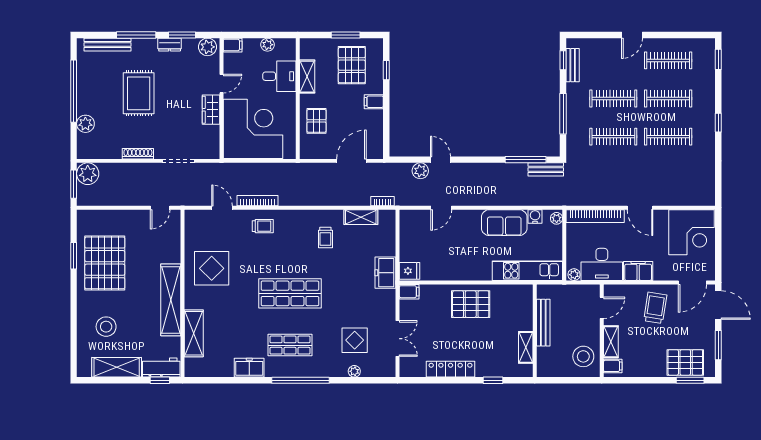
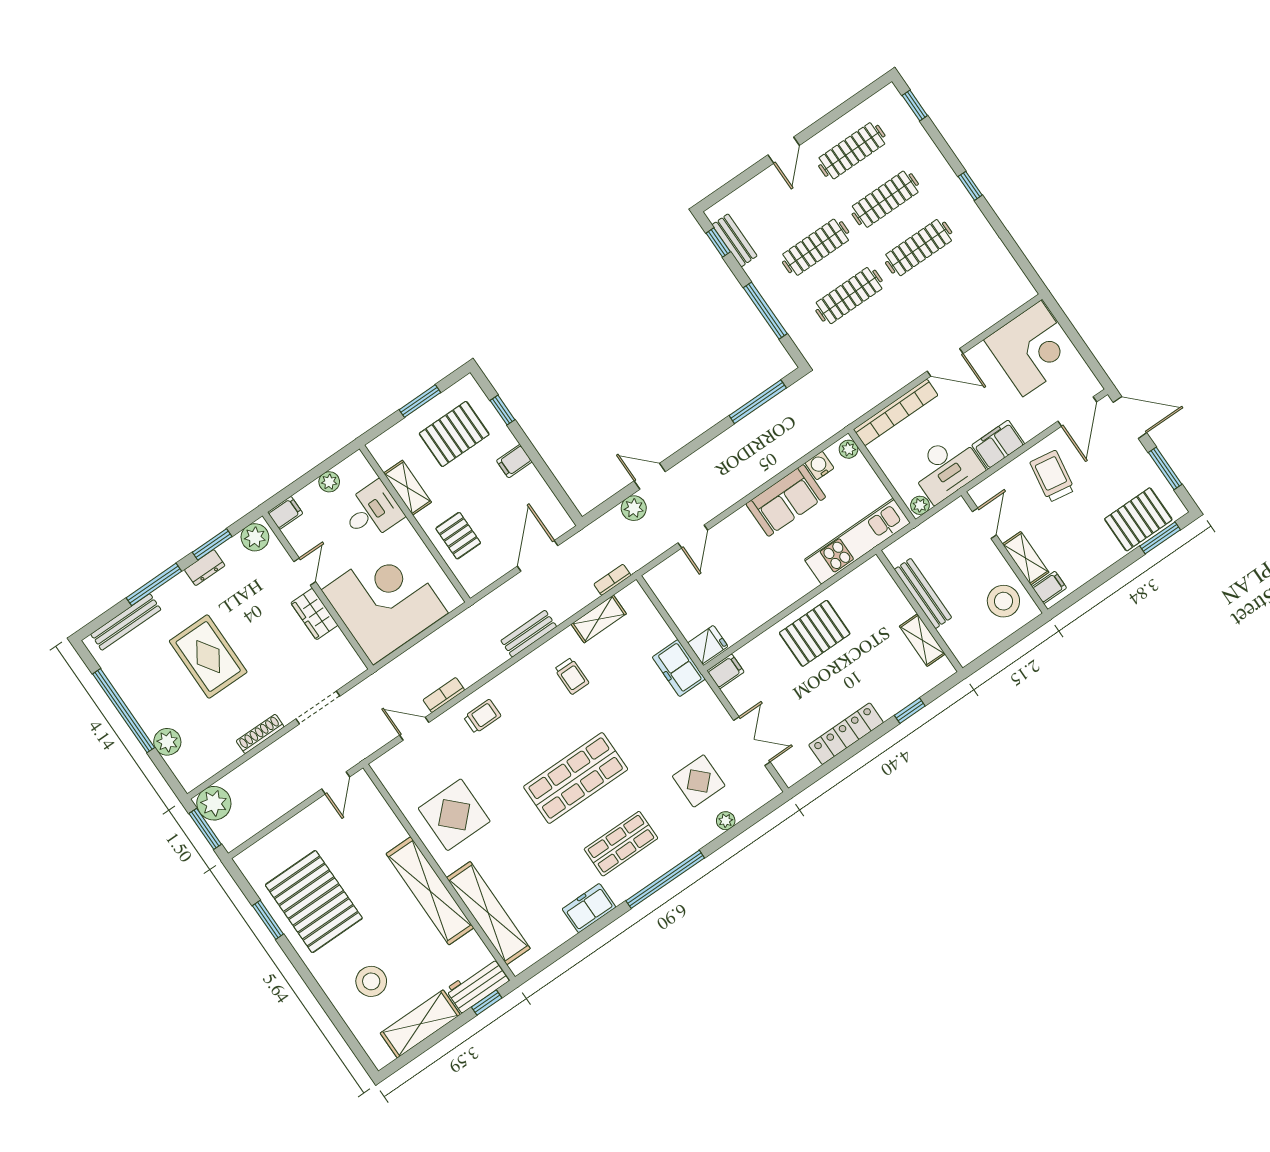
pallet: (352, 65) -> (454, 434), turned 90
bench: (546, 169) -> (529, 634), moved
bookcase: (258, 201) -> (444, 695), width x0.64
shelving: (194, 333) -> (488, 913), width x1.47

